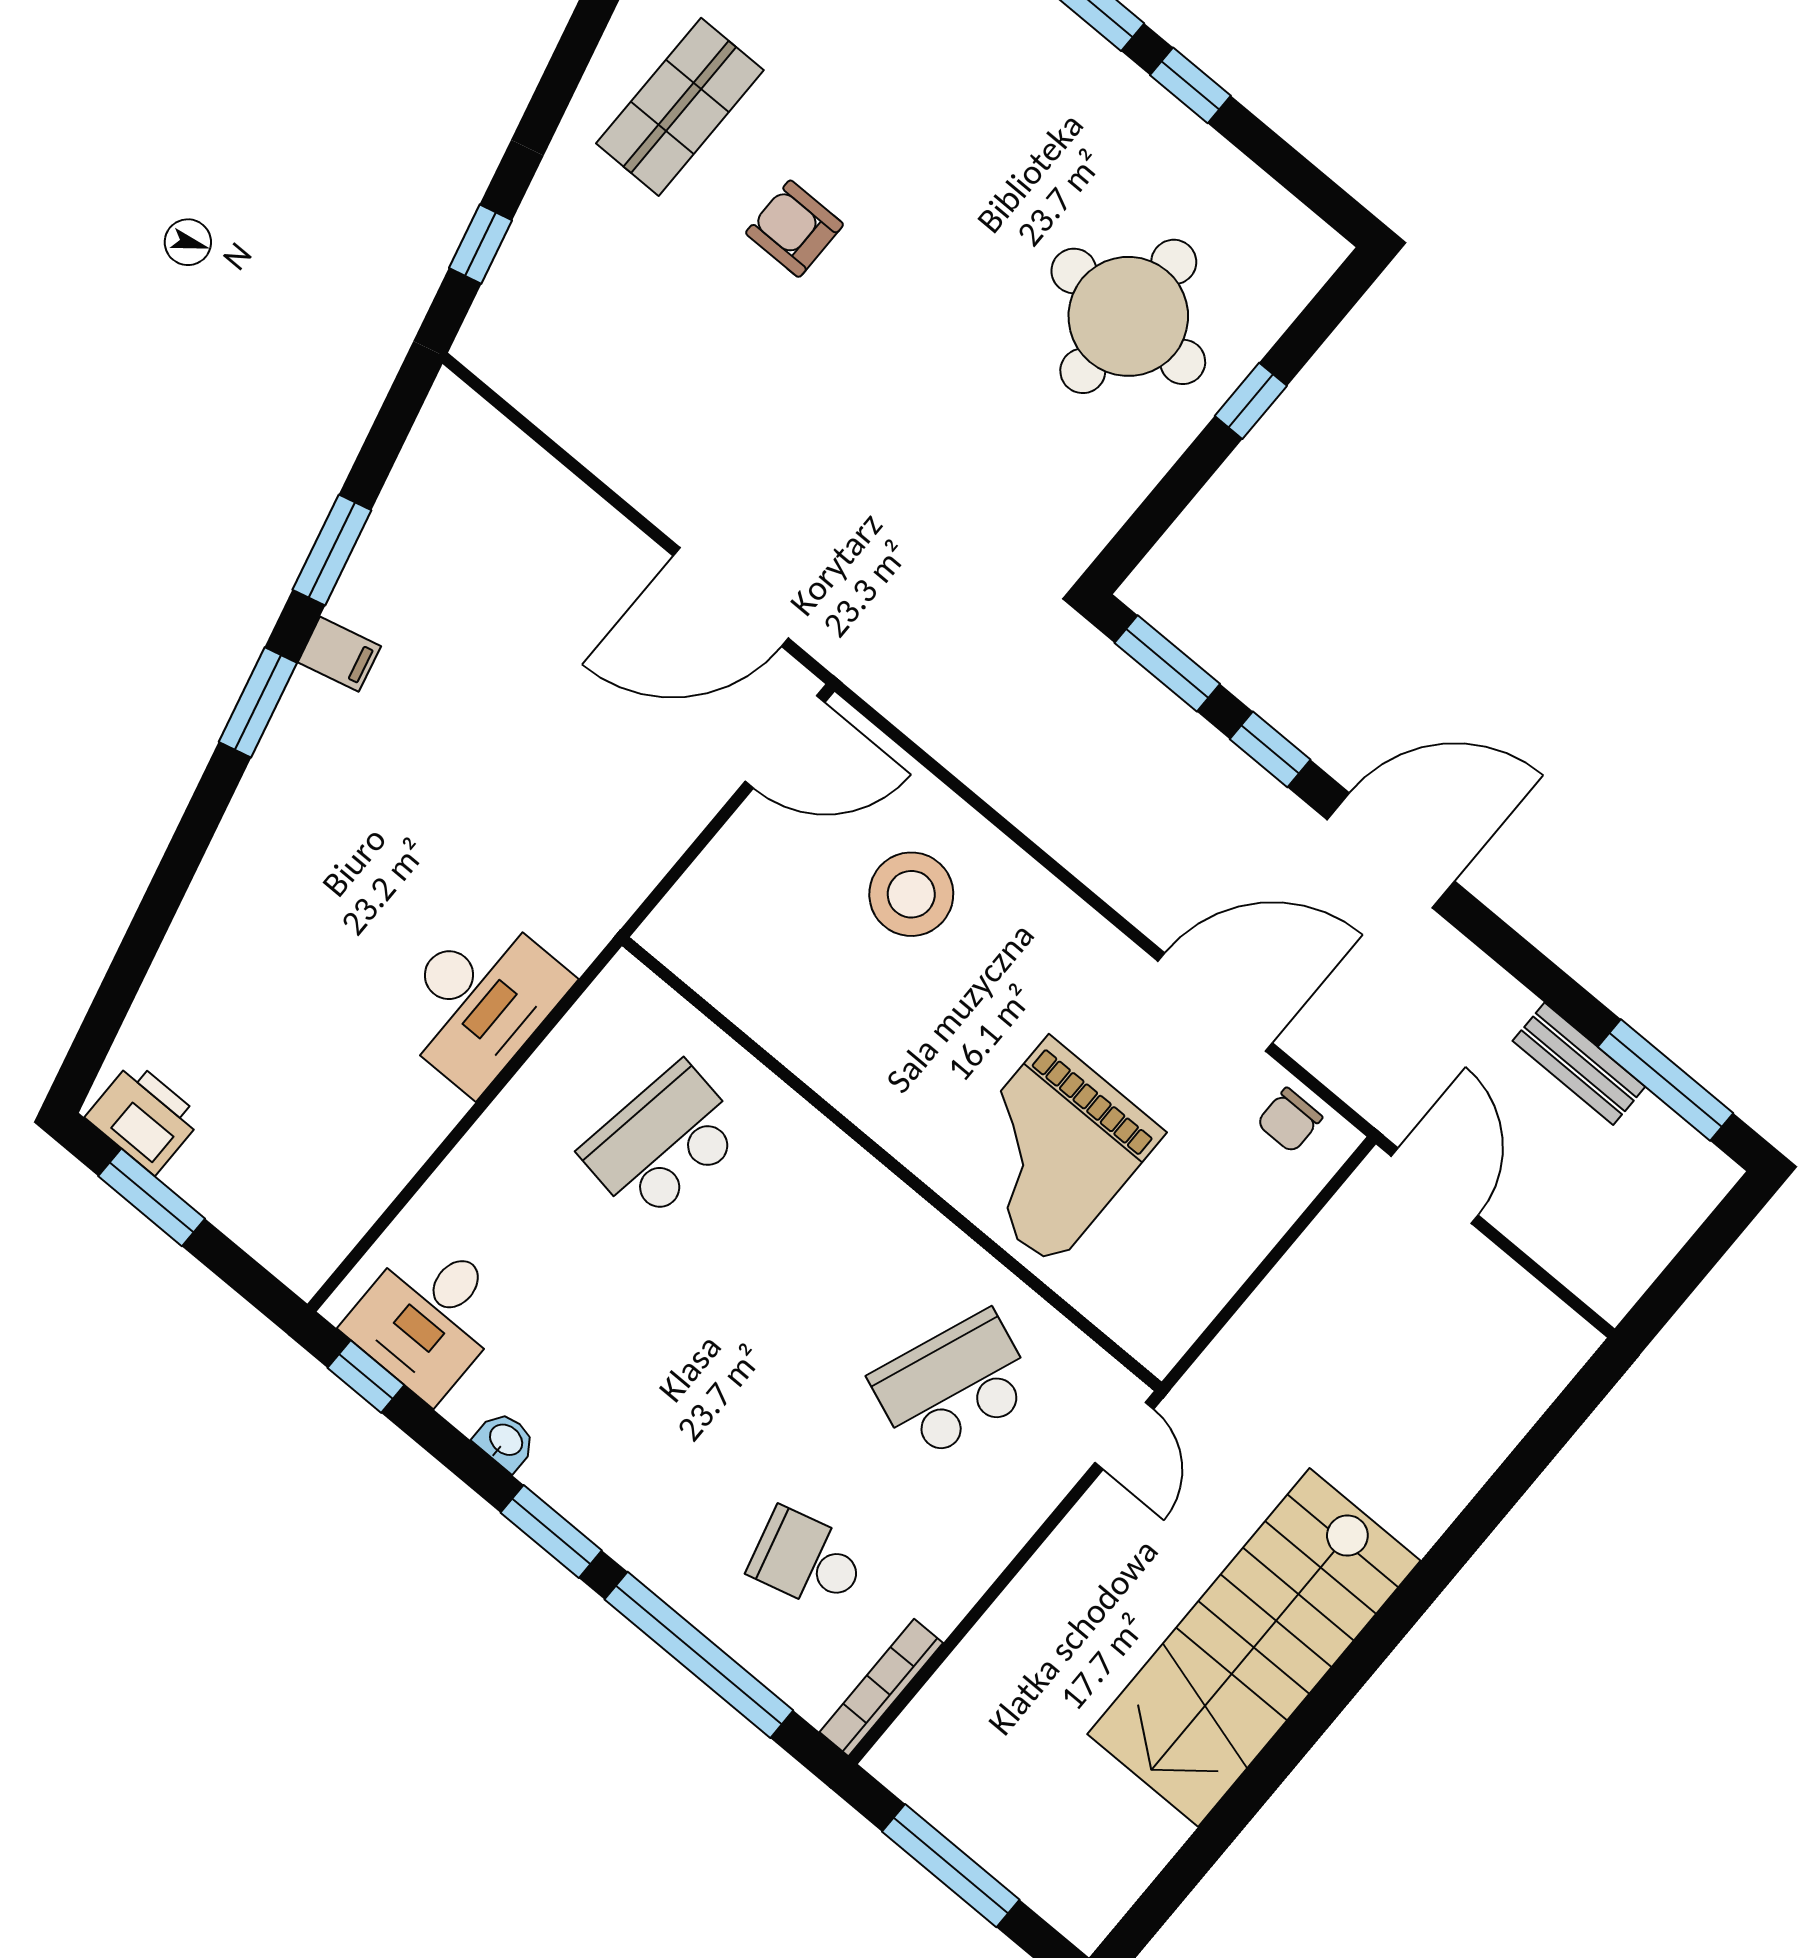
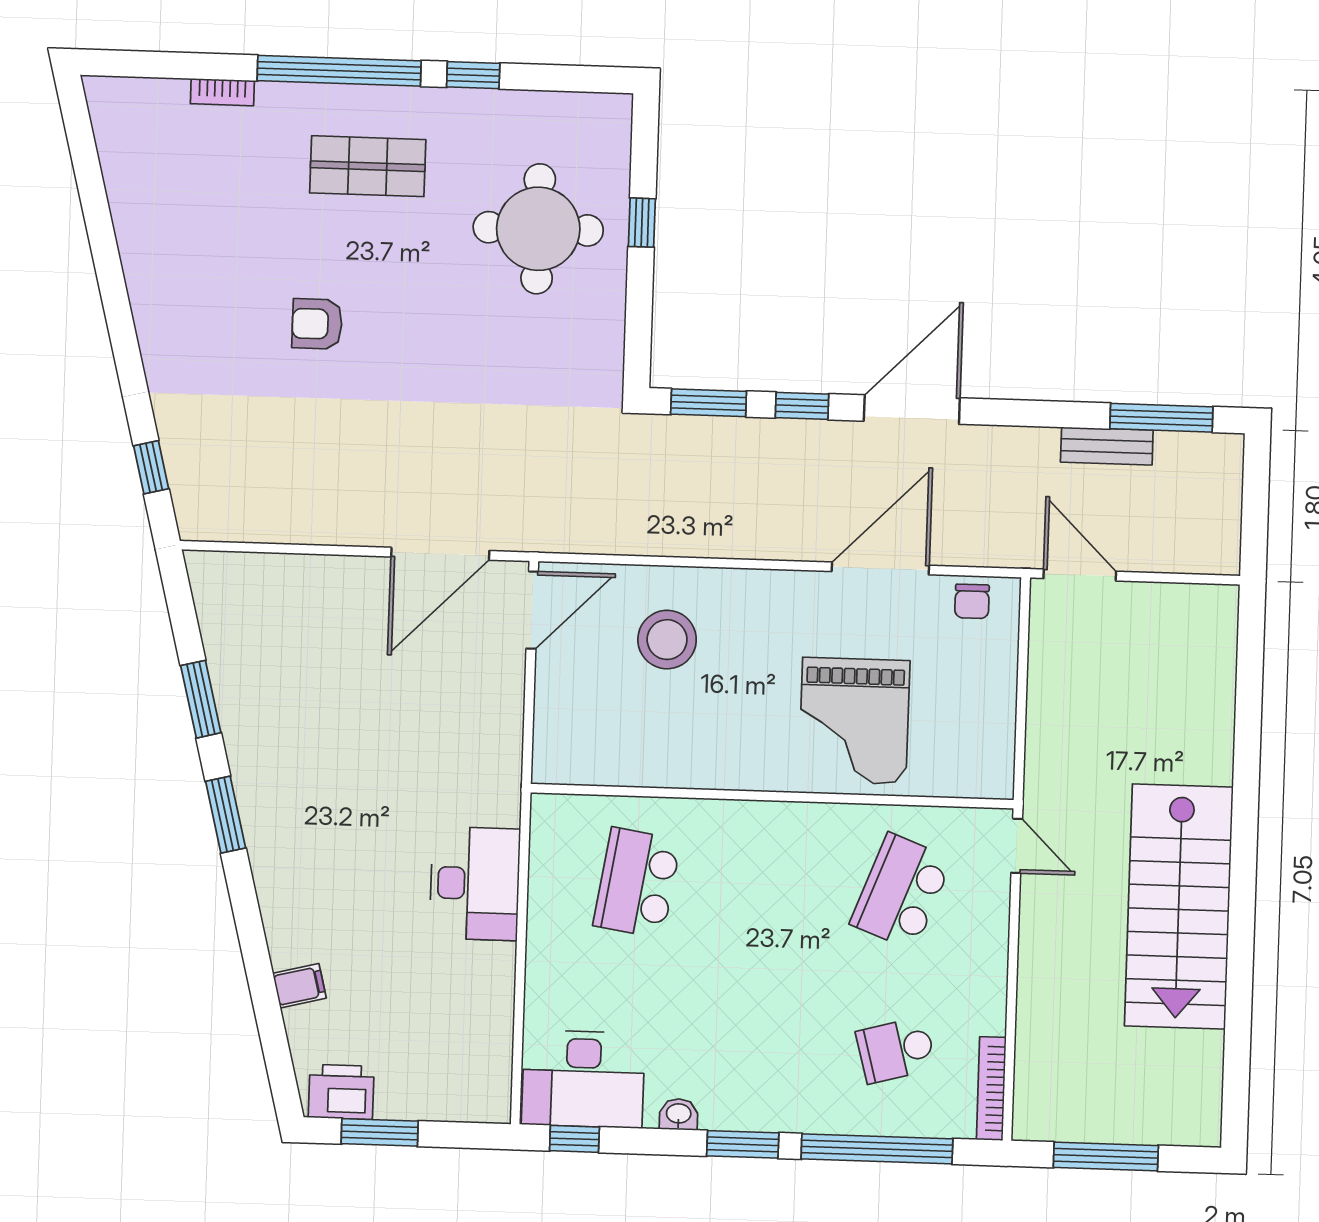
shop shelf: (680, 107) -> (368, 166), moved, turned 90
filing cabinet: (339, 654) -> (299, 986), moved
desk: (429, 1317) -> (583, 1079), width x1.37

